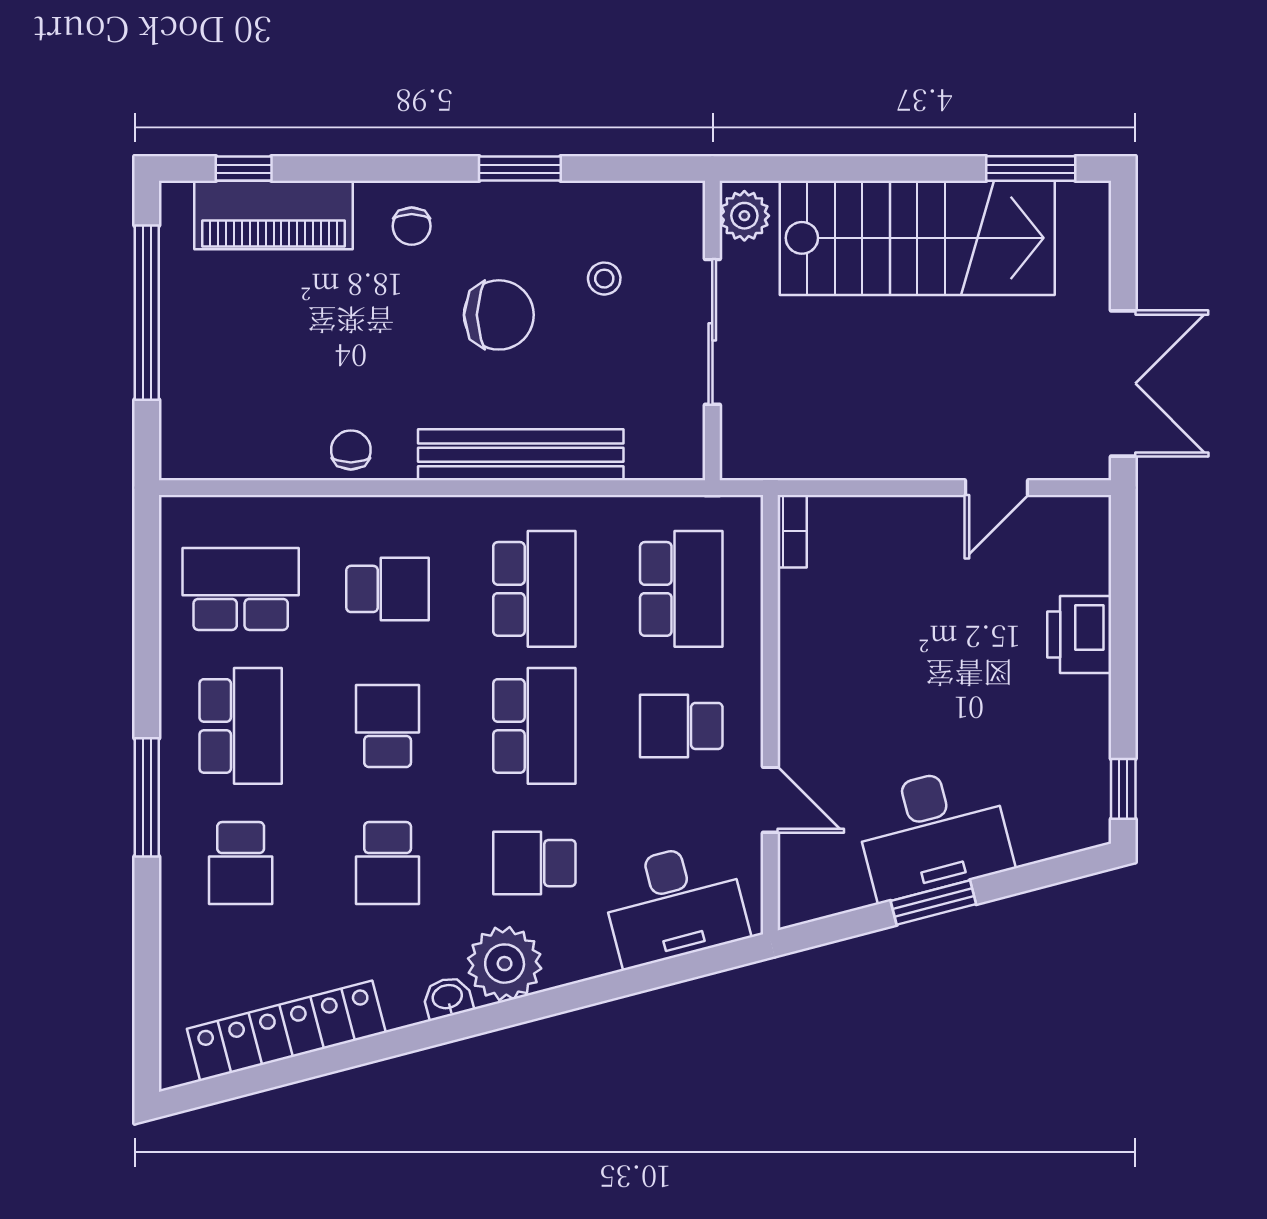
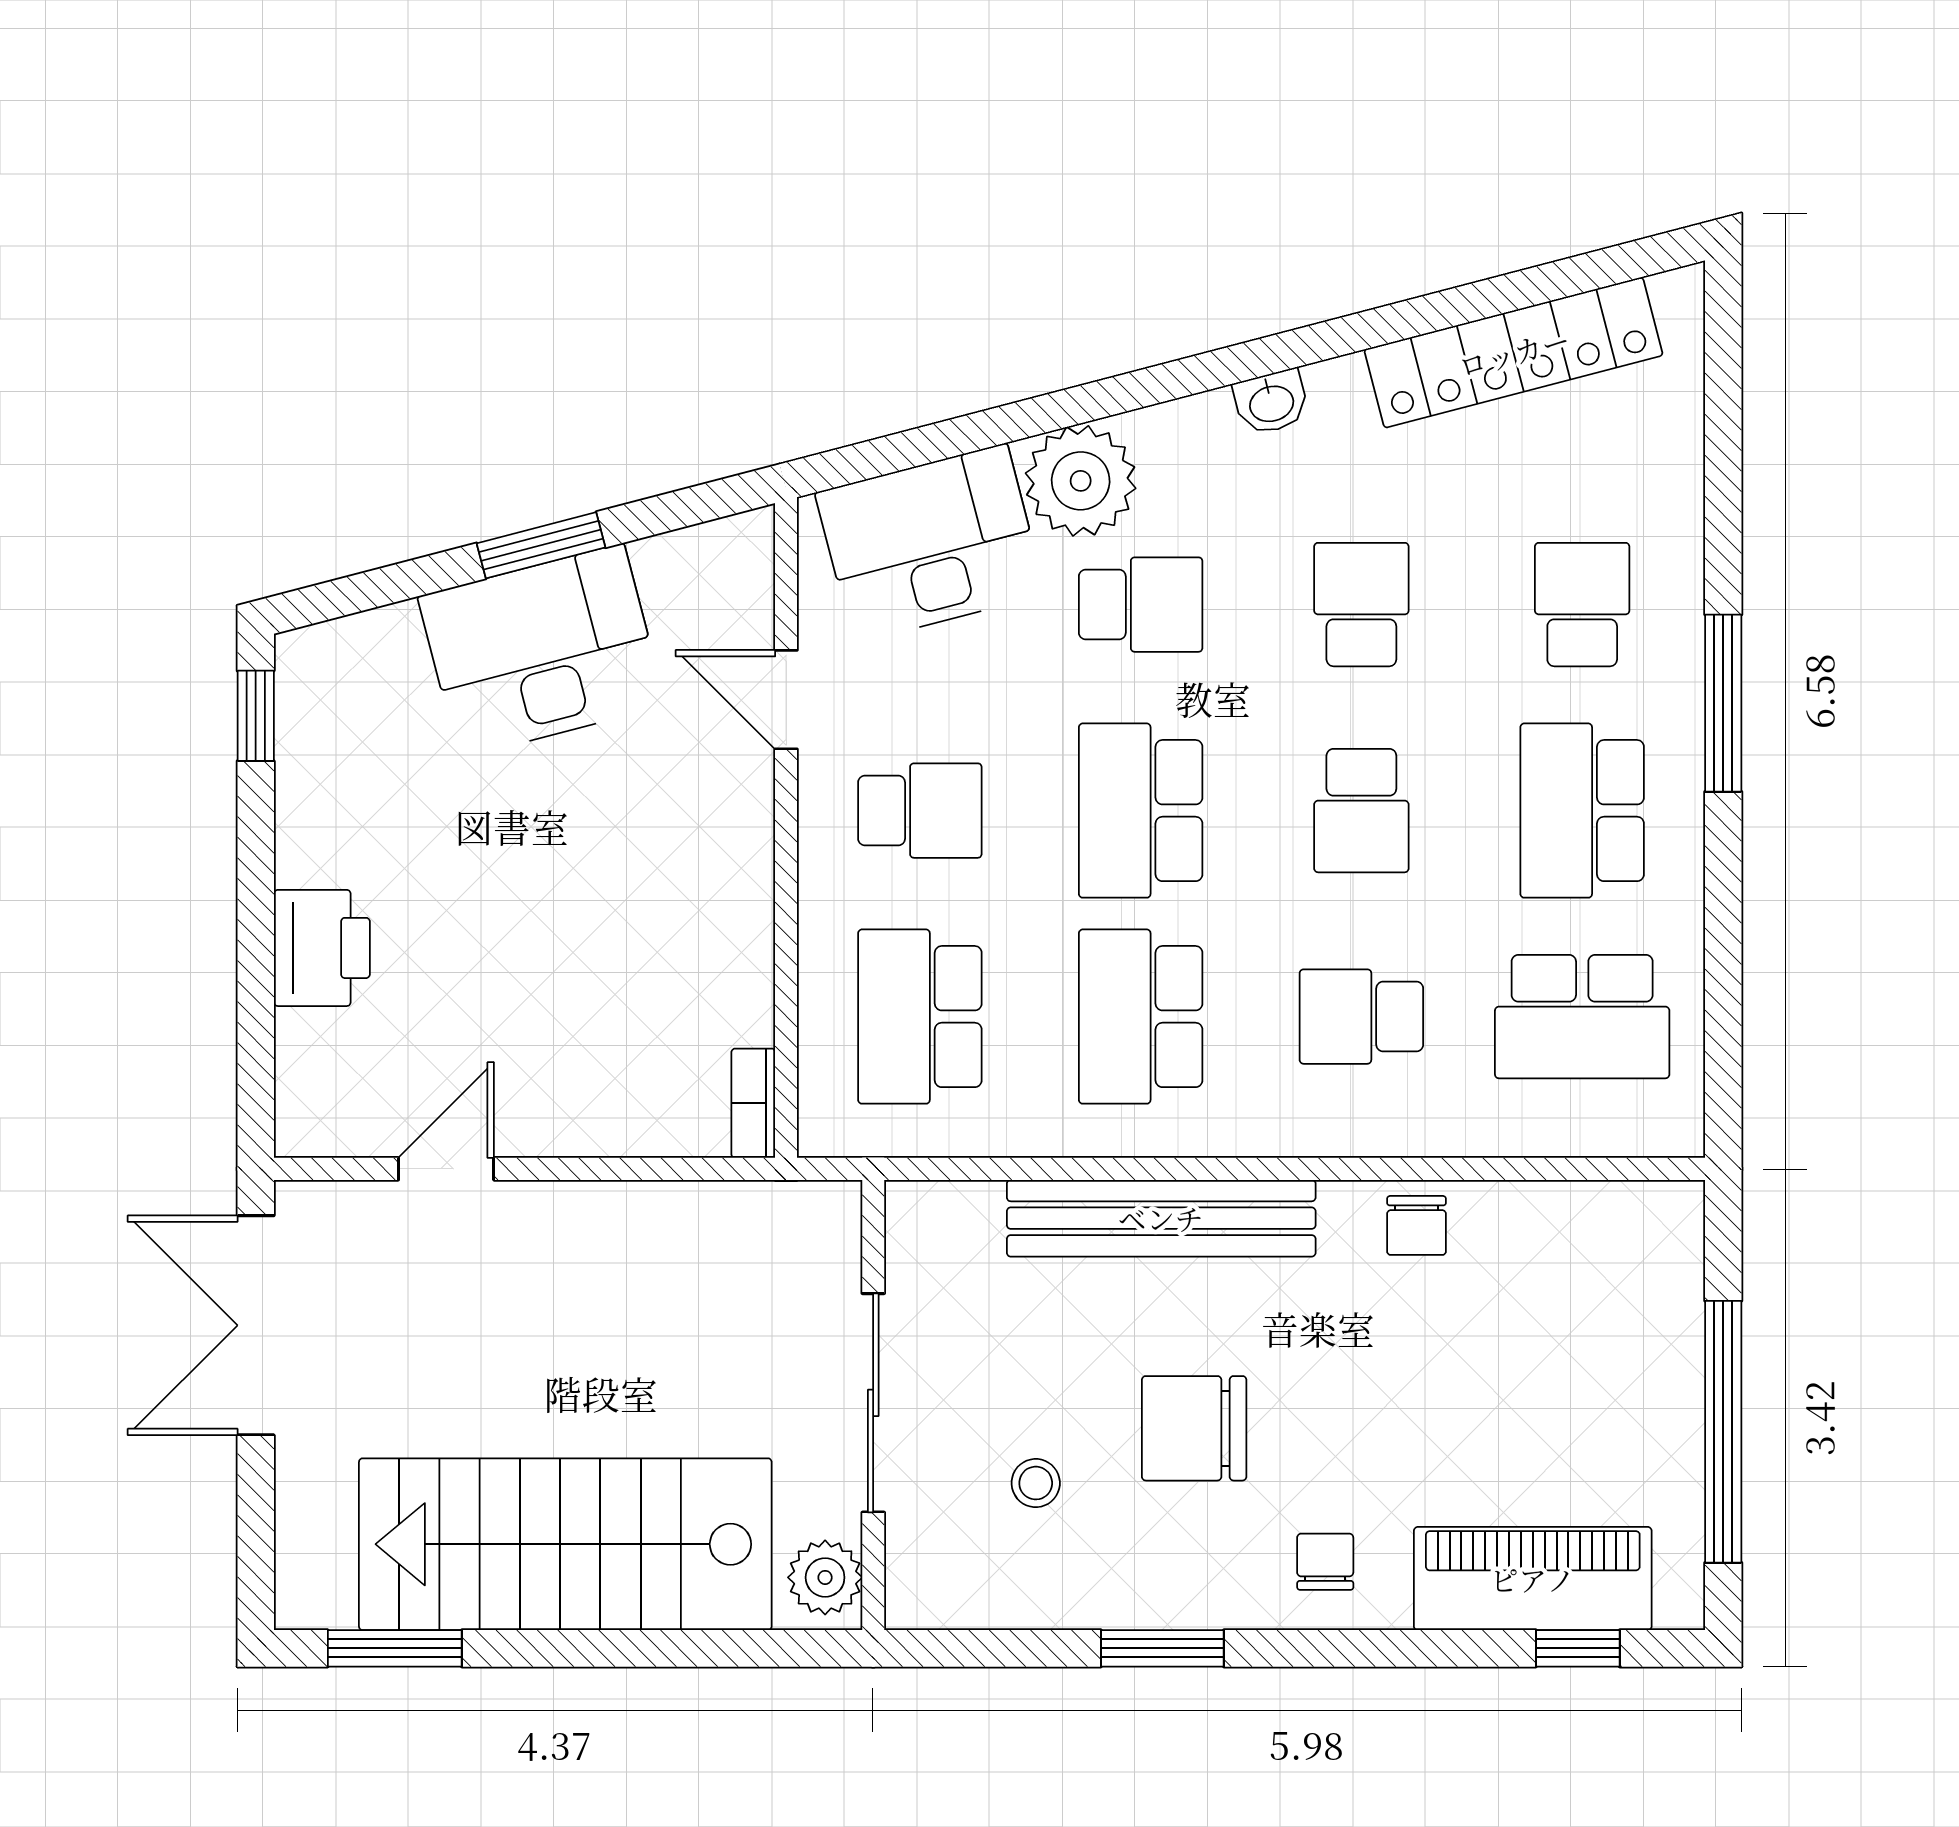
plant: (505, 964) -> (1081, 481), moved

